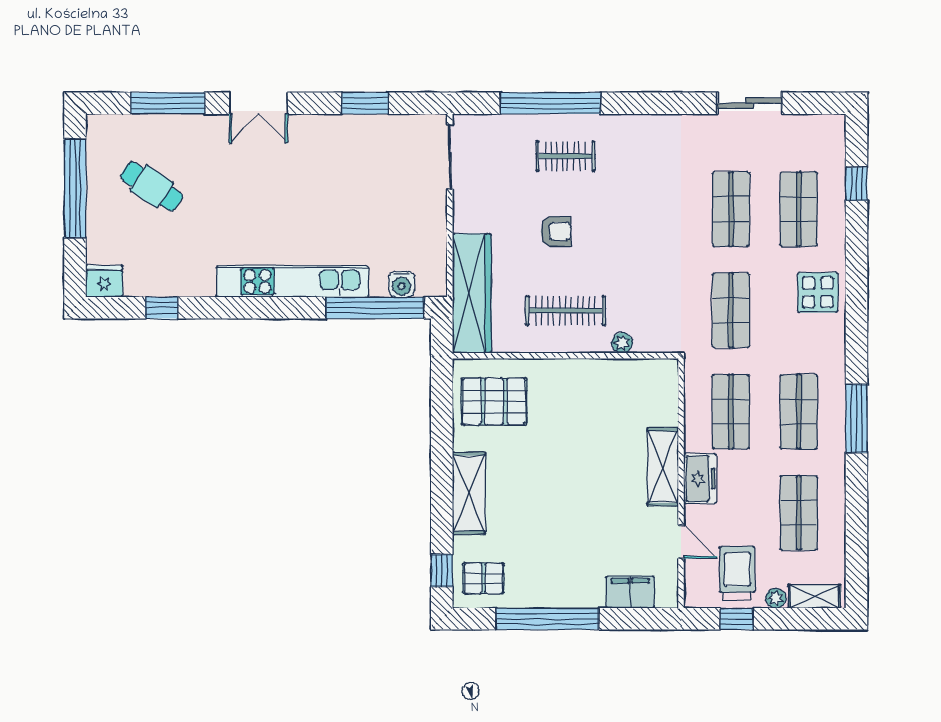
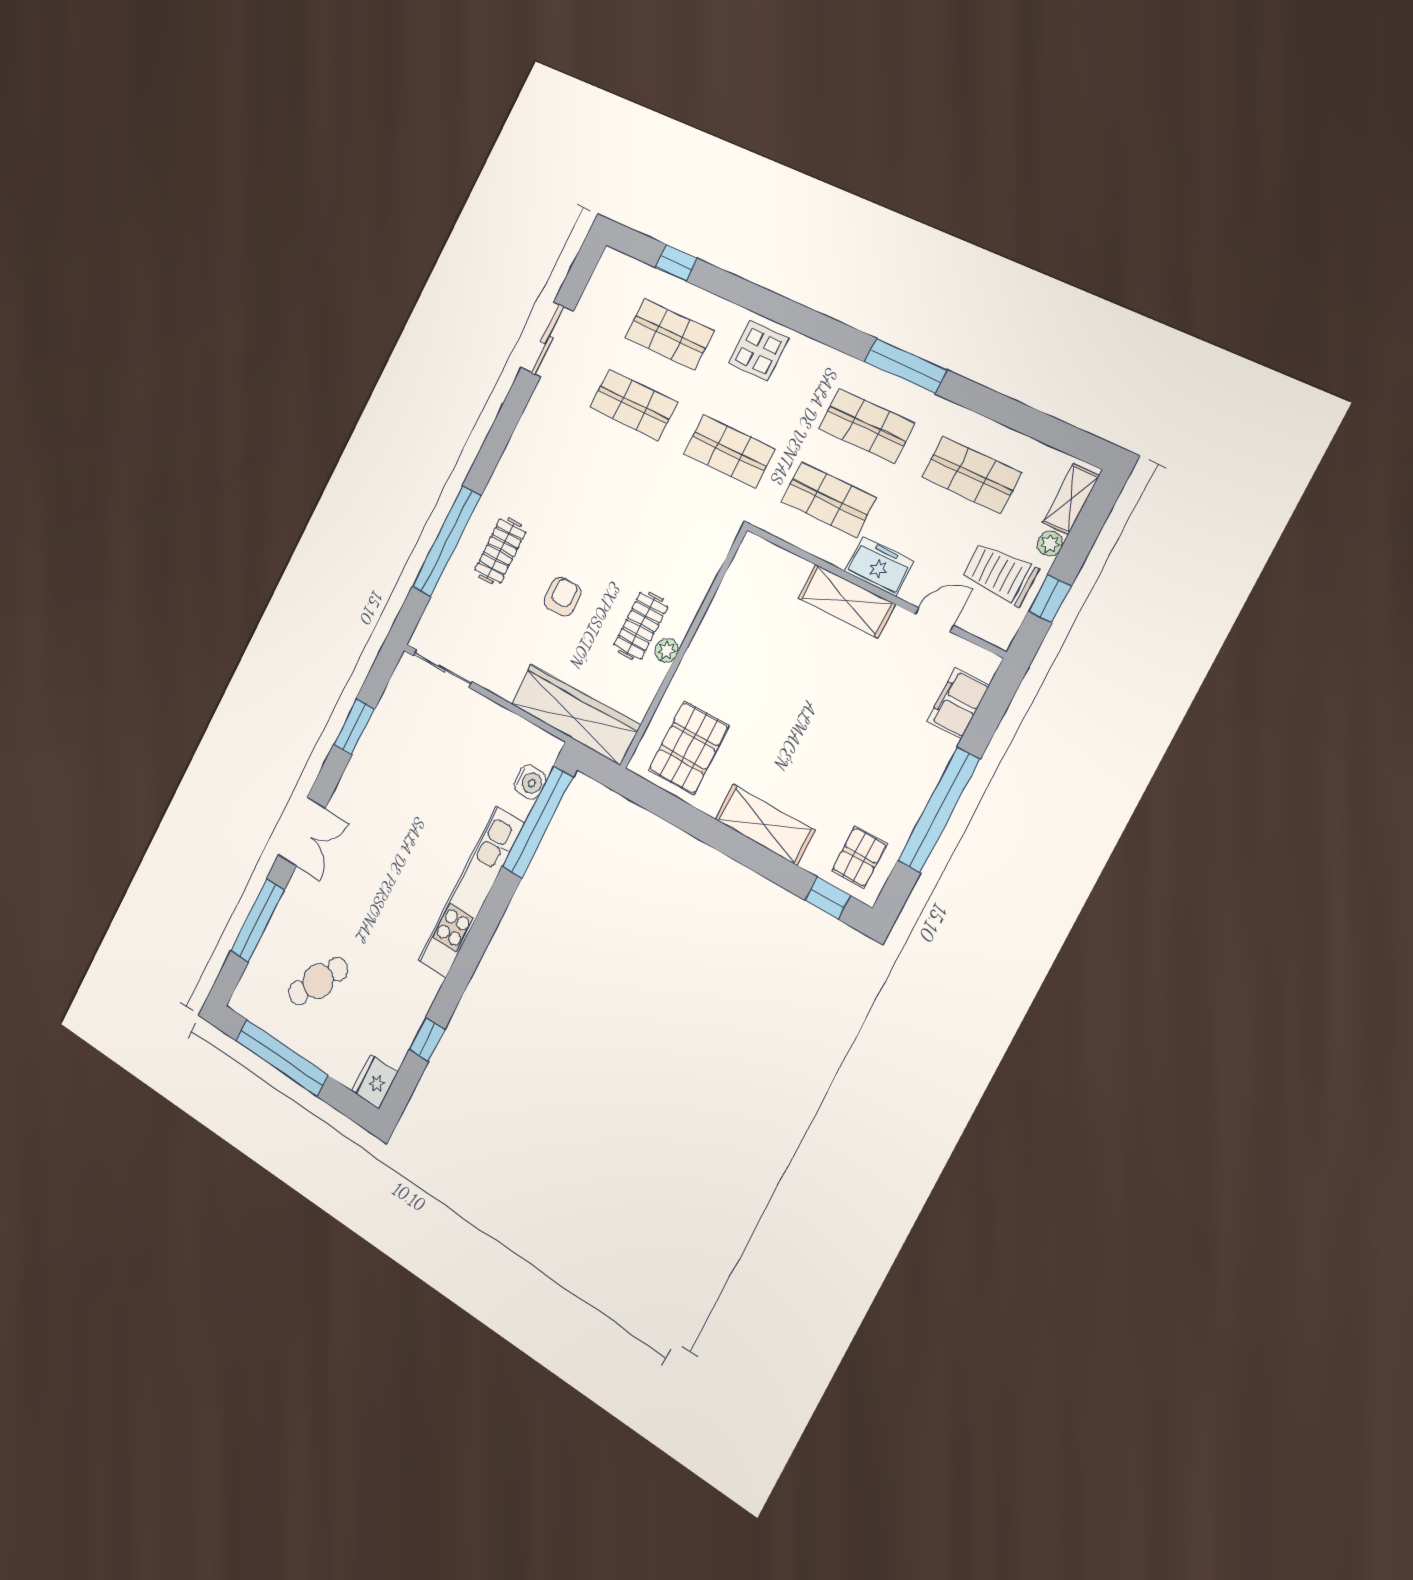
clothes rail: (565, 311) -> (641, 626), width x0.73
plant: (622, 343) -> (667, 650), moved

